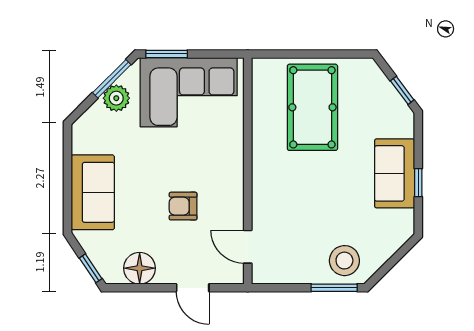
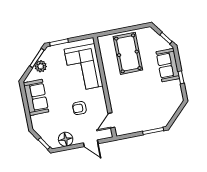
corner sofa: (189, 92) -> (84, 68), moved, turned 90
sofa: (395, 173) -> (168, 65), moved
sofa: (93, 192) -> (36, 97), moved
door: (248, 247) -> (111, 120), hinge flipped
stool: (344, 261) -> (155, 118), removed

